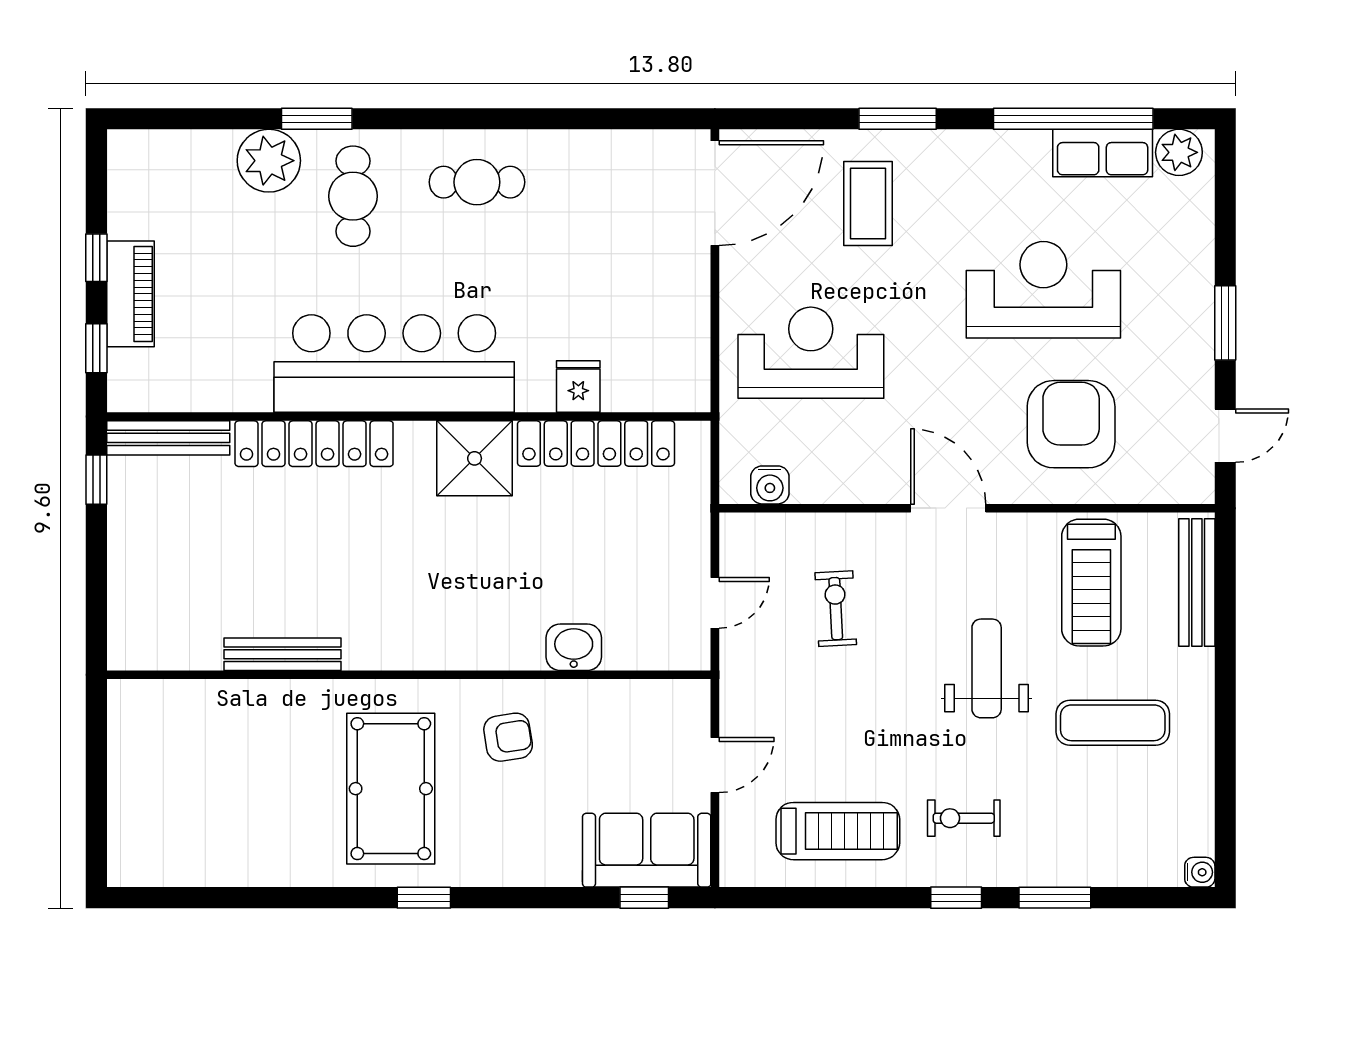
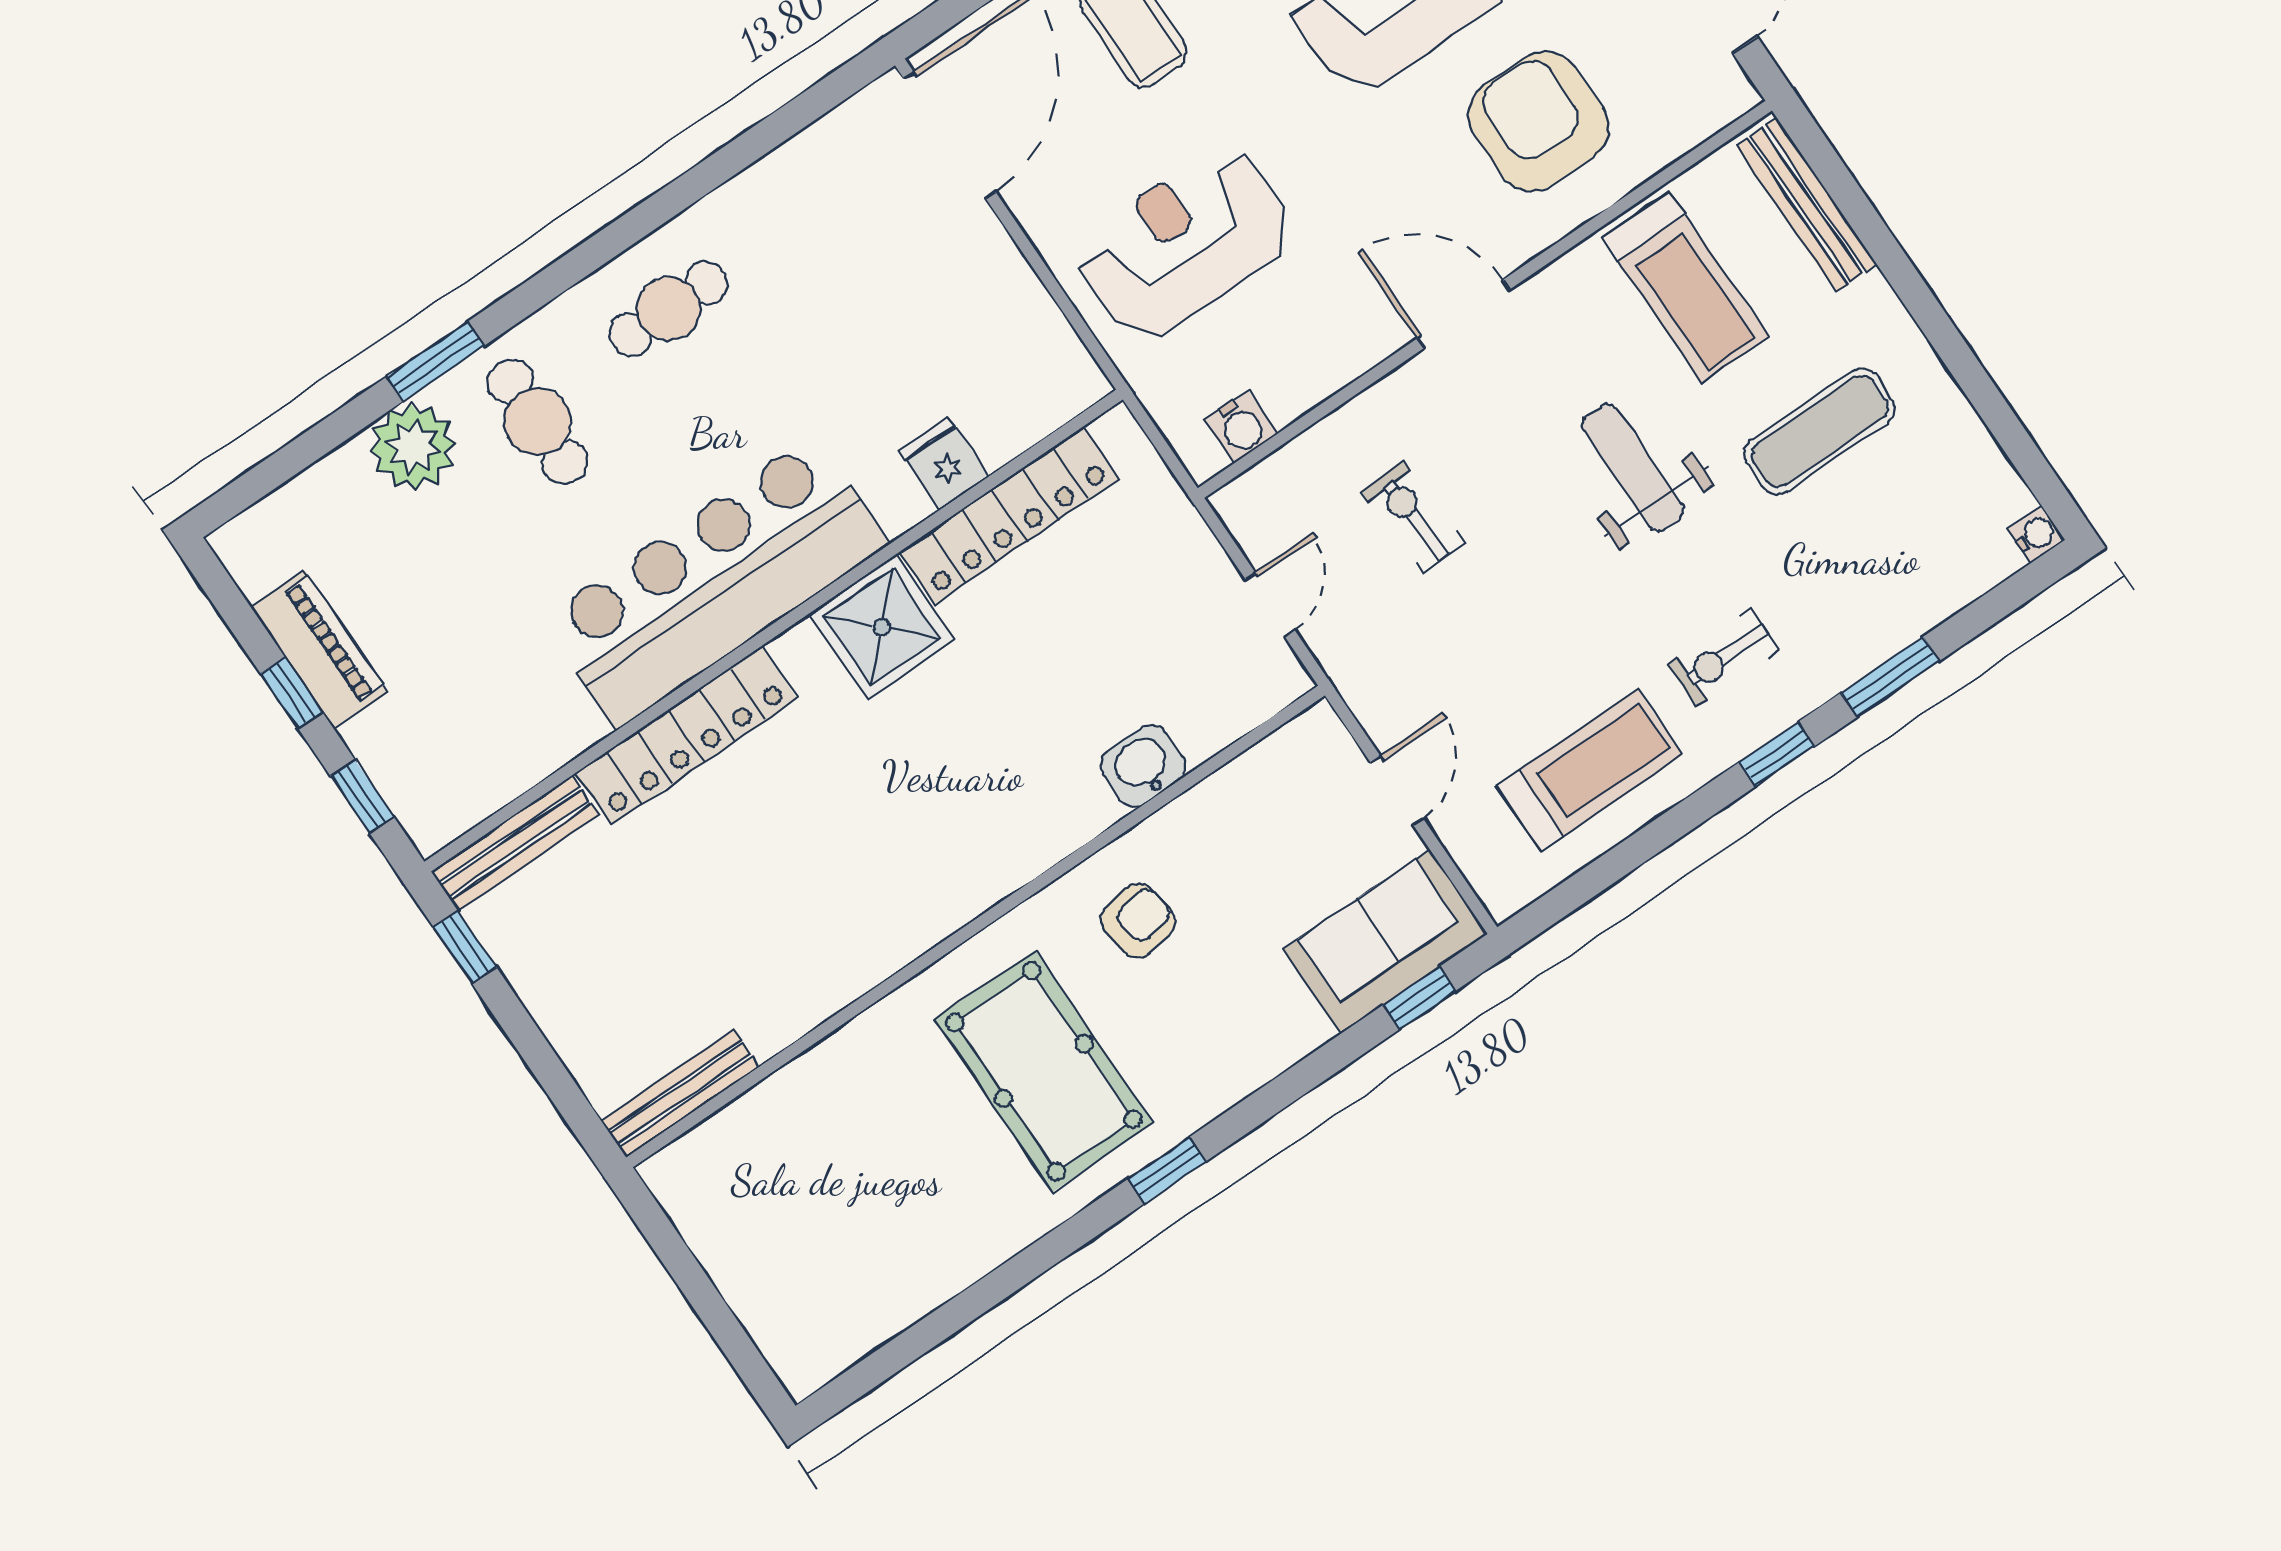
piano: (130, 294) -> (319, 649), moved
bench: (283, 654) -> (680, 1094), moved

